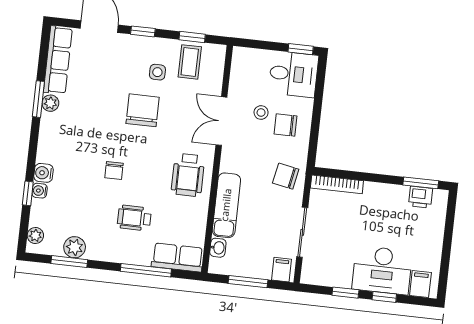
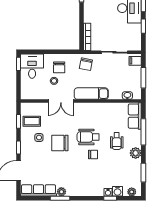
water cooler: (43, 173) -> (118, 191), moved
wheelchair: (188, 175) -> (88, 137), moved, turned 180
exam couch: (226, 205) -> (91, 94), moved
plant: (75, 247) -> (136, 153), moved

